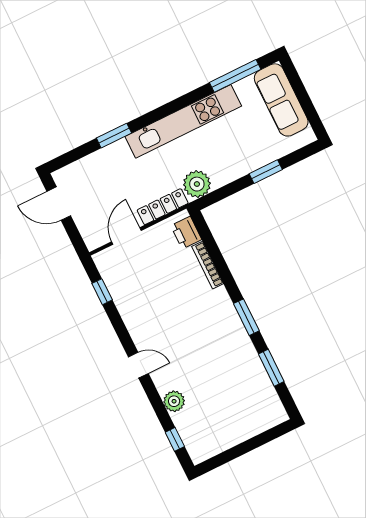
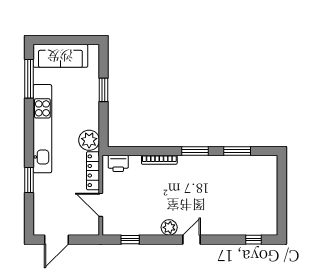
bookcase: (208, 265) -> (159, 160), moved
plant: (174, 401) -> (169, 227), moved

